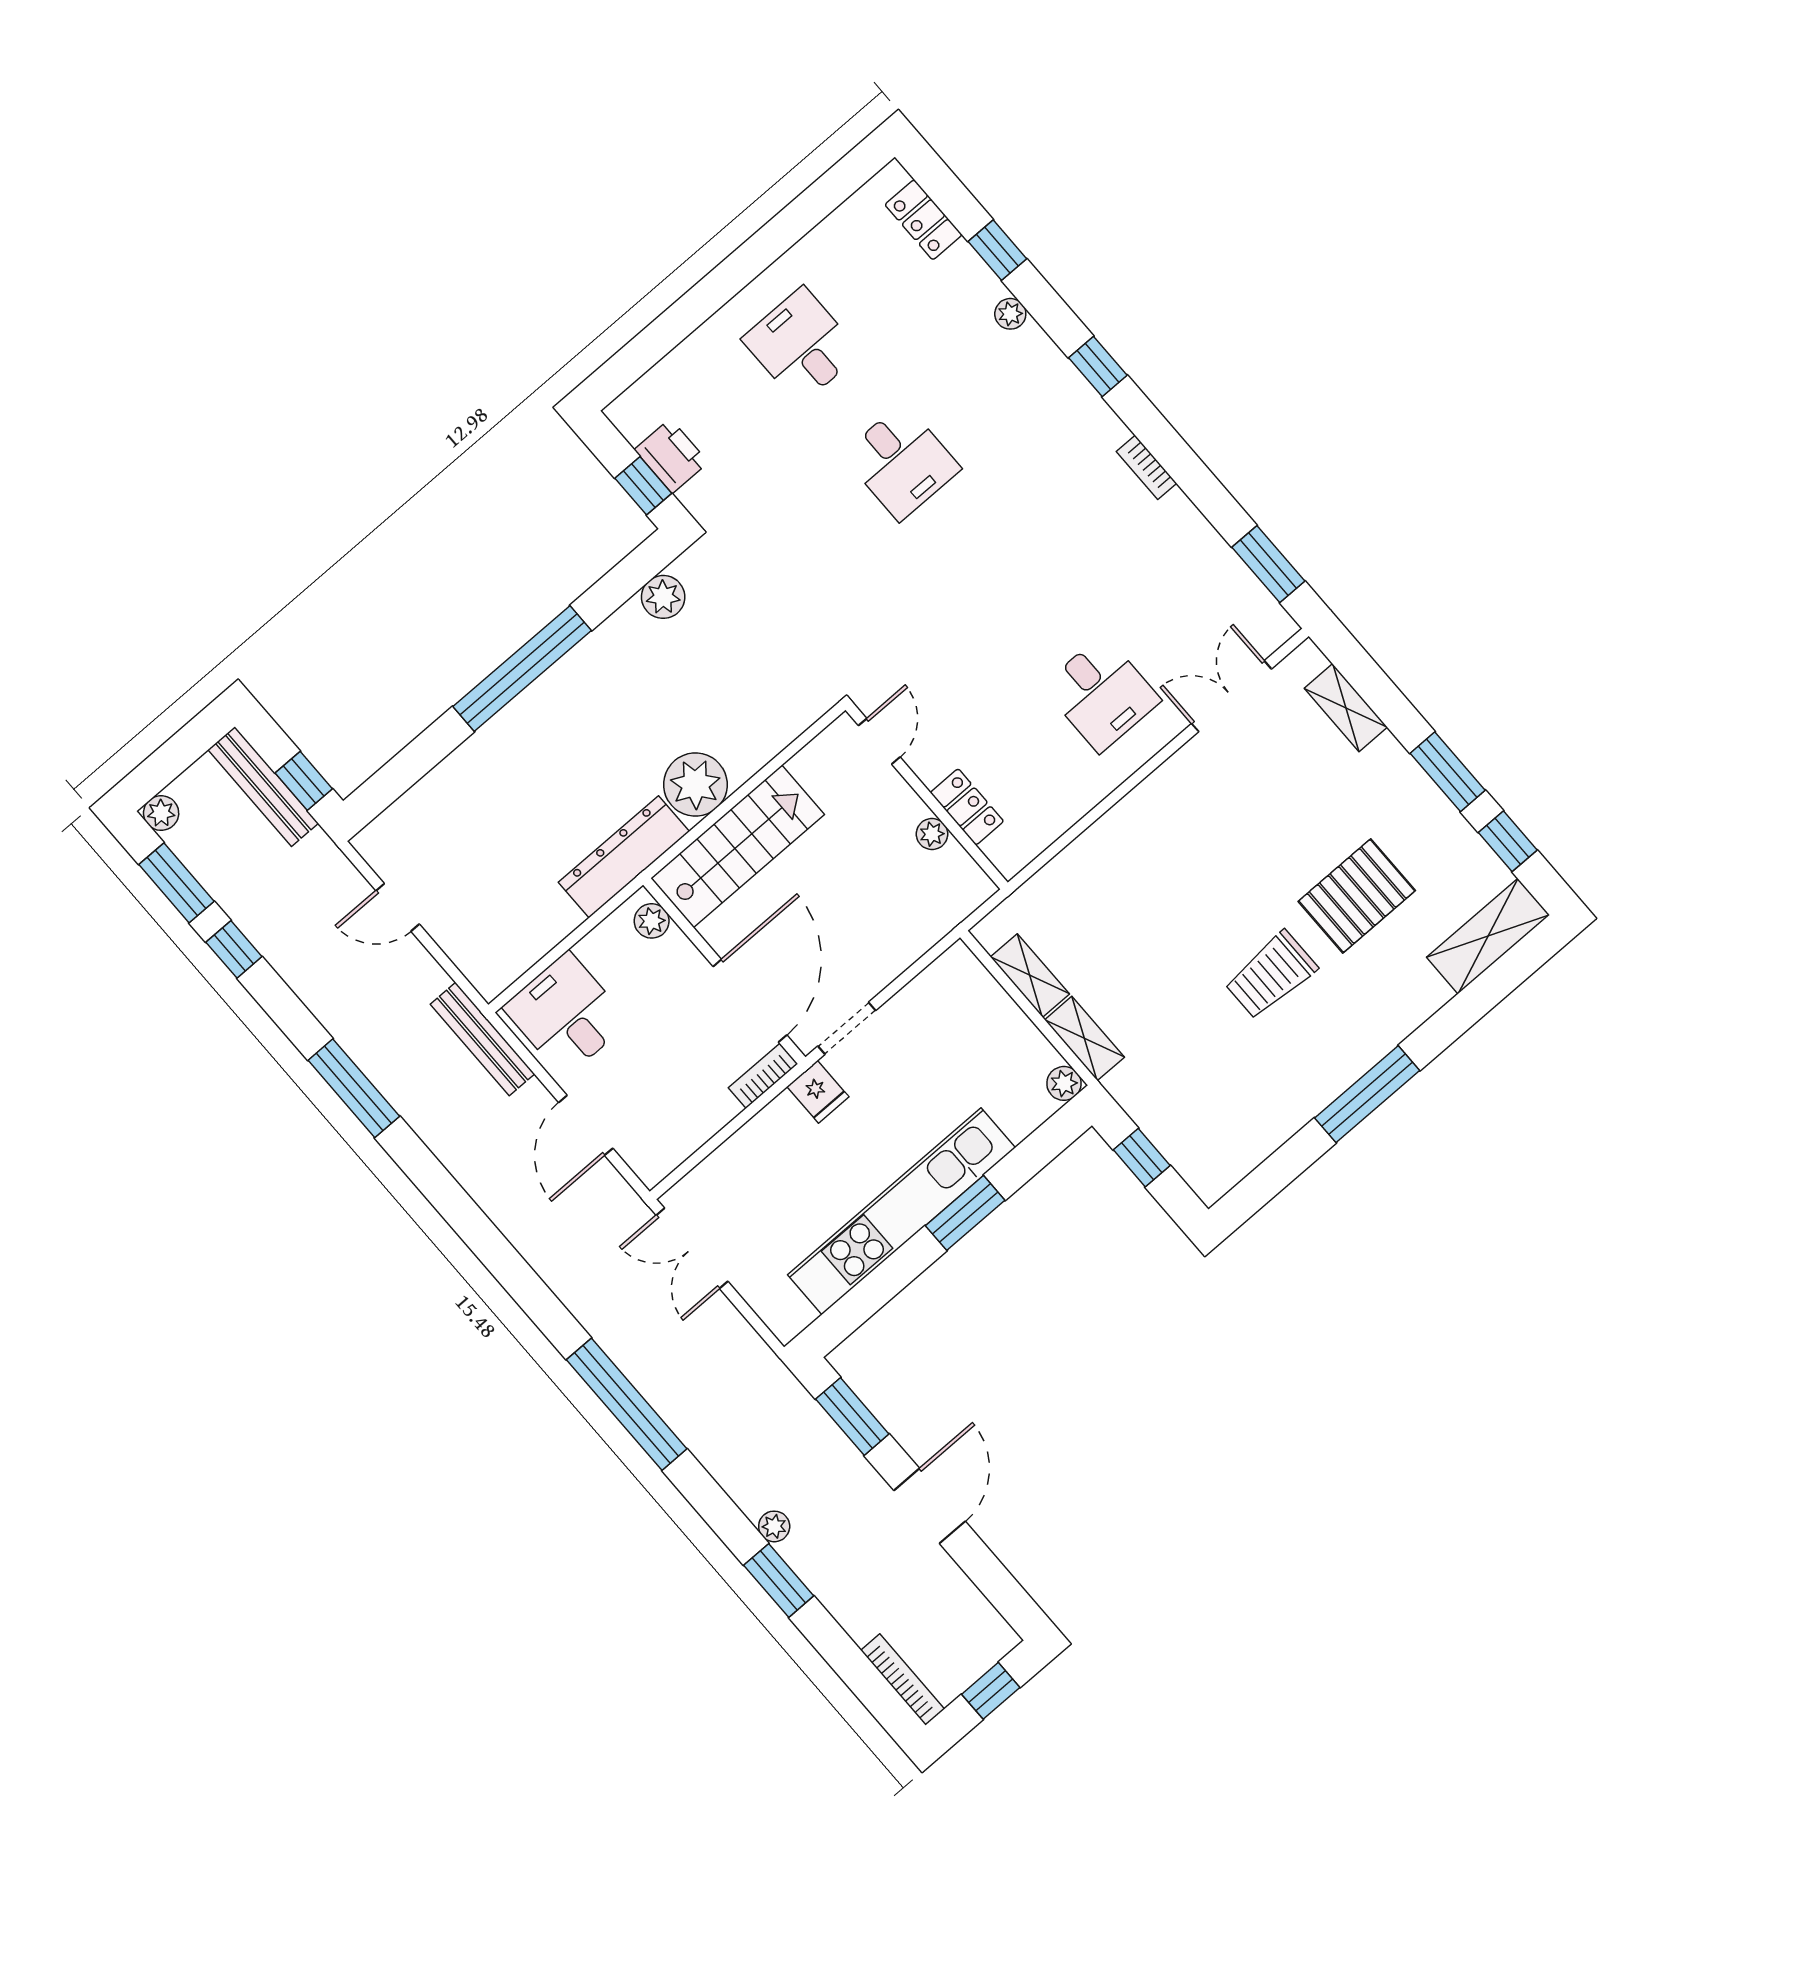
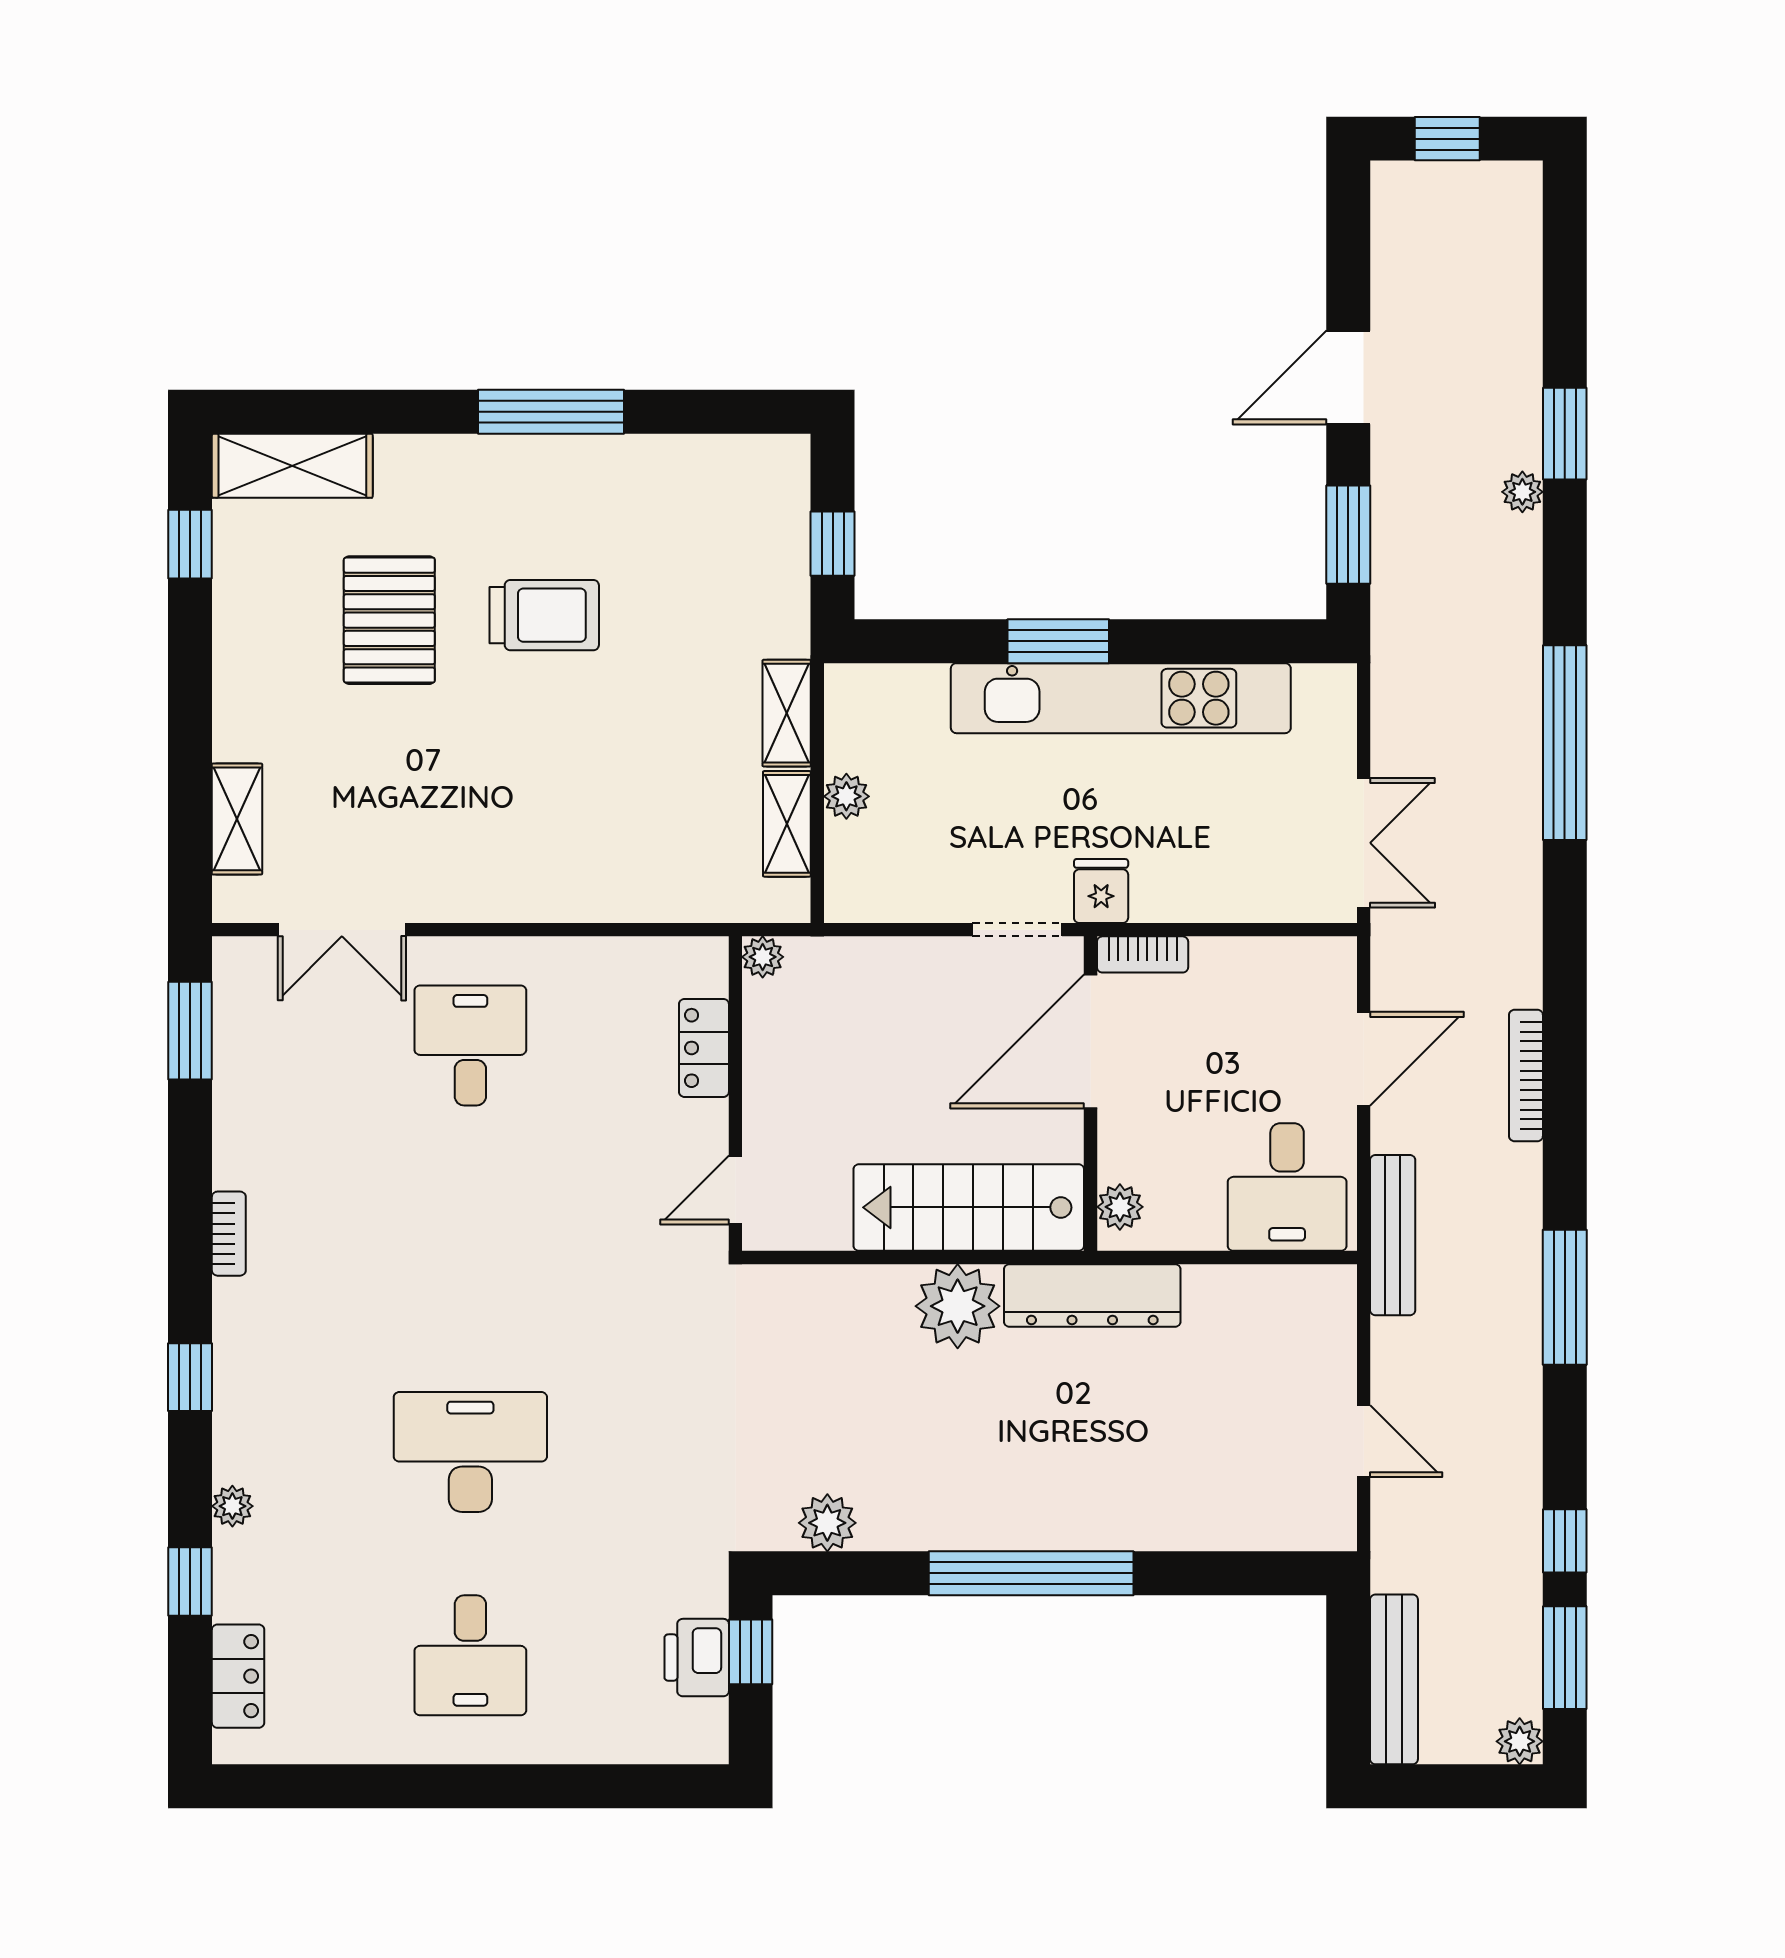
desk: (901, 462) -> (470, 1452), width x1.37
window: (1448, 772) -> (190, 666), removed
window: (304, 781) -> (1348, 1650), removed
plant: (932, 834) -> (763, 957), moved
pallet: (1357, 896) -> (389, 620), turned 90
plant: (1064, 1083) -> (846, 796), moved
bookcase: (903, 1680) -> (1526, 1076), moved

